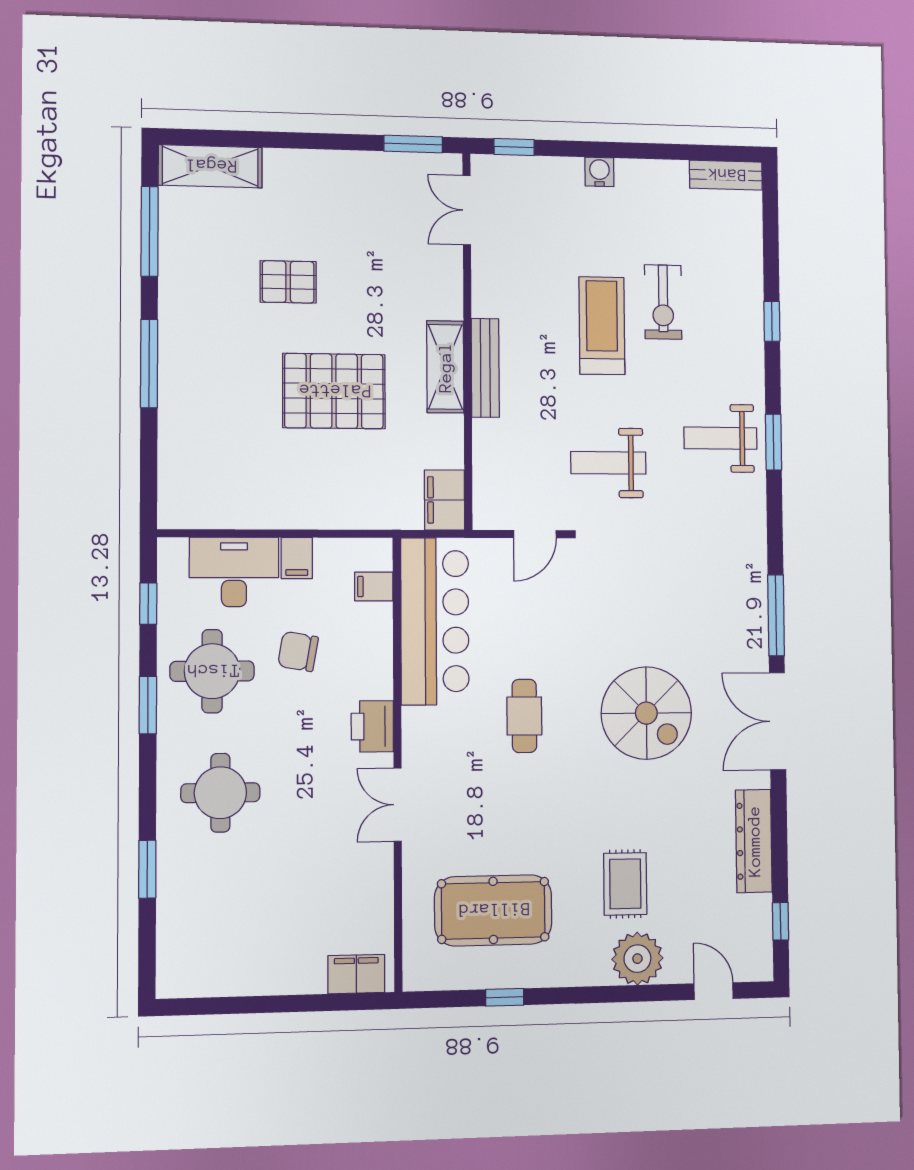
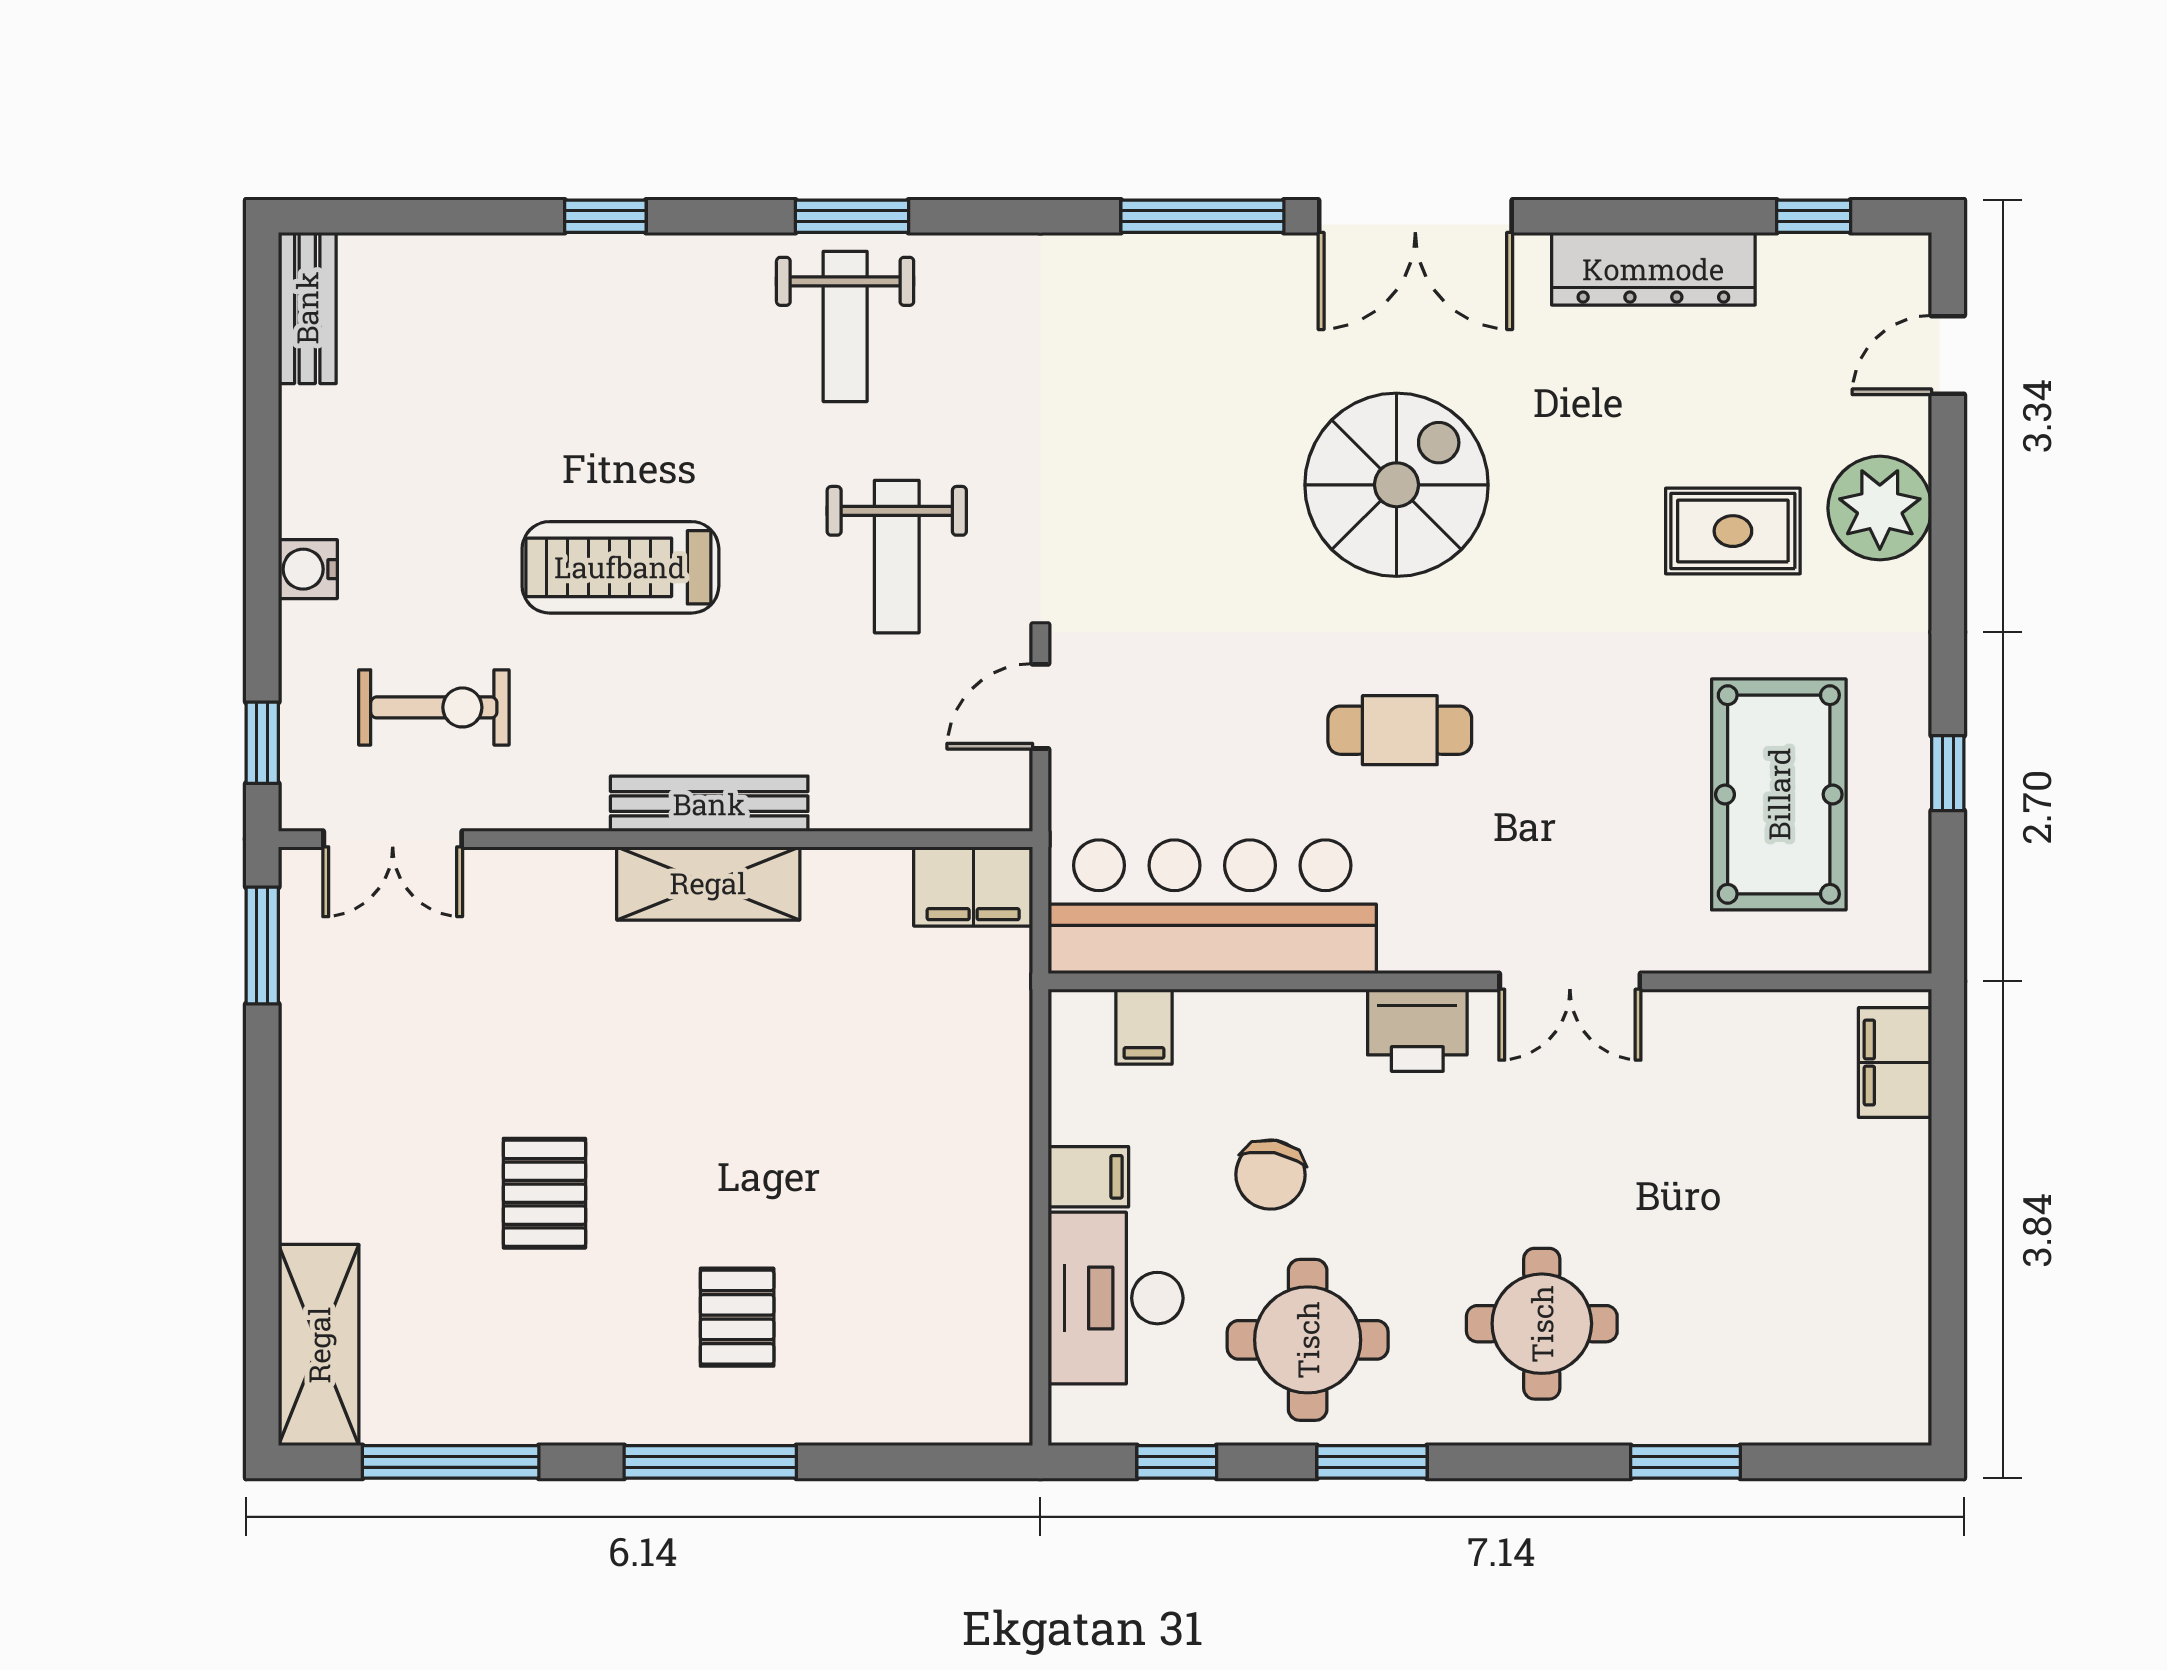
exercise bike: (663, 302) -> (434, 707), moved
pallet: (334, 391) -> (737, 1317), moved, width x0.49, depth x0.50
door: (535, 534) -> (1040, 706), swing flipped

